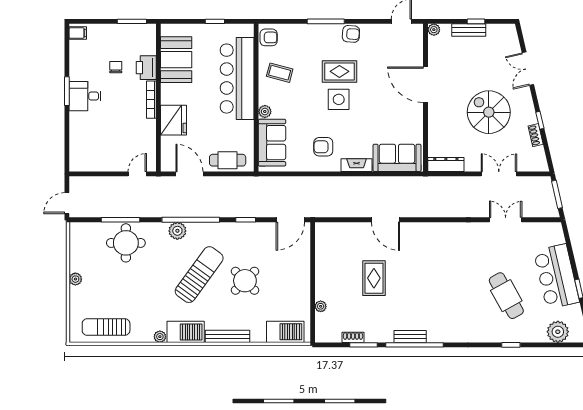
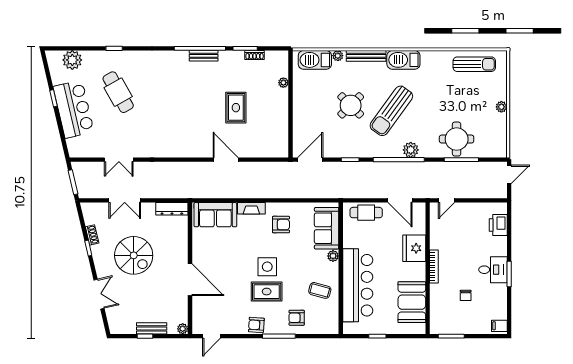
armchair: (269, 37) -> (297, 318), moved
printer: (146, 68) -> (498, 225), moved, turned 180
plant: (160, 337) -> (338, 56), moved

